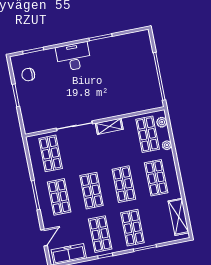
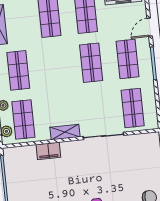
filing cabinet: (123, 108) -> (48, 151), added
shop shelf: (124, 184) -> (55, 67), removed
door: (44, 238) -> (150, 27), moved

